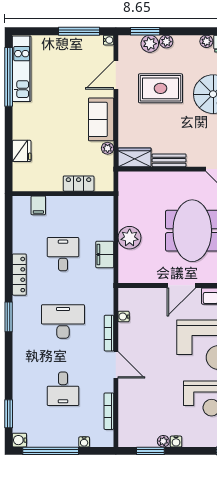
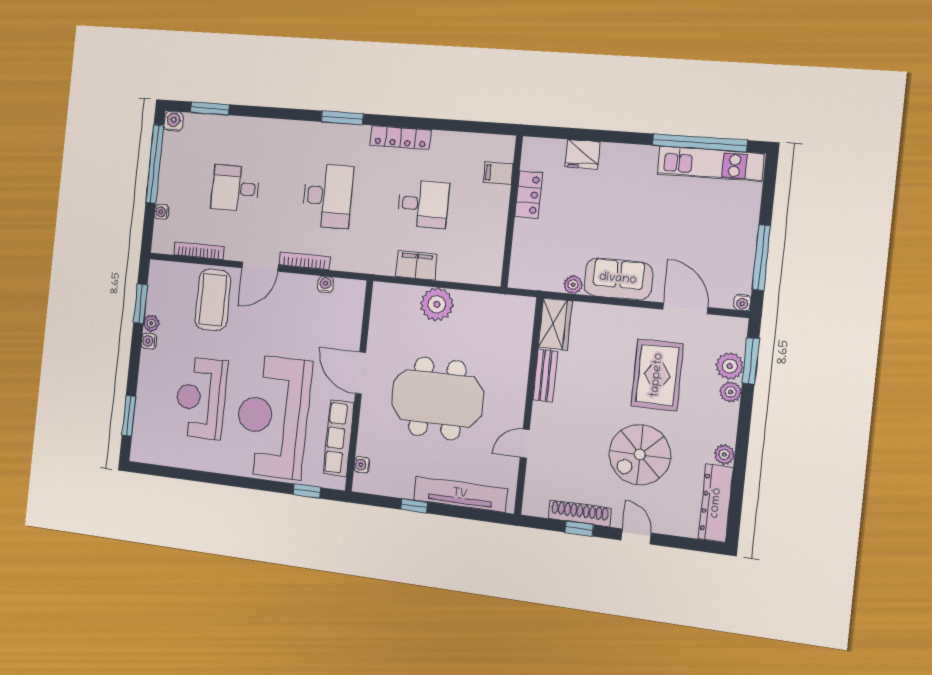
locker: (79, 184) -> (529, 195), moved
coffee table: (142, 397) -> (213, 300), added

